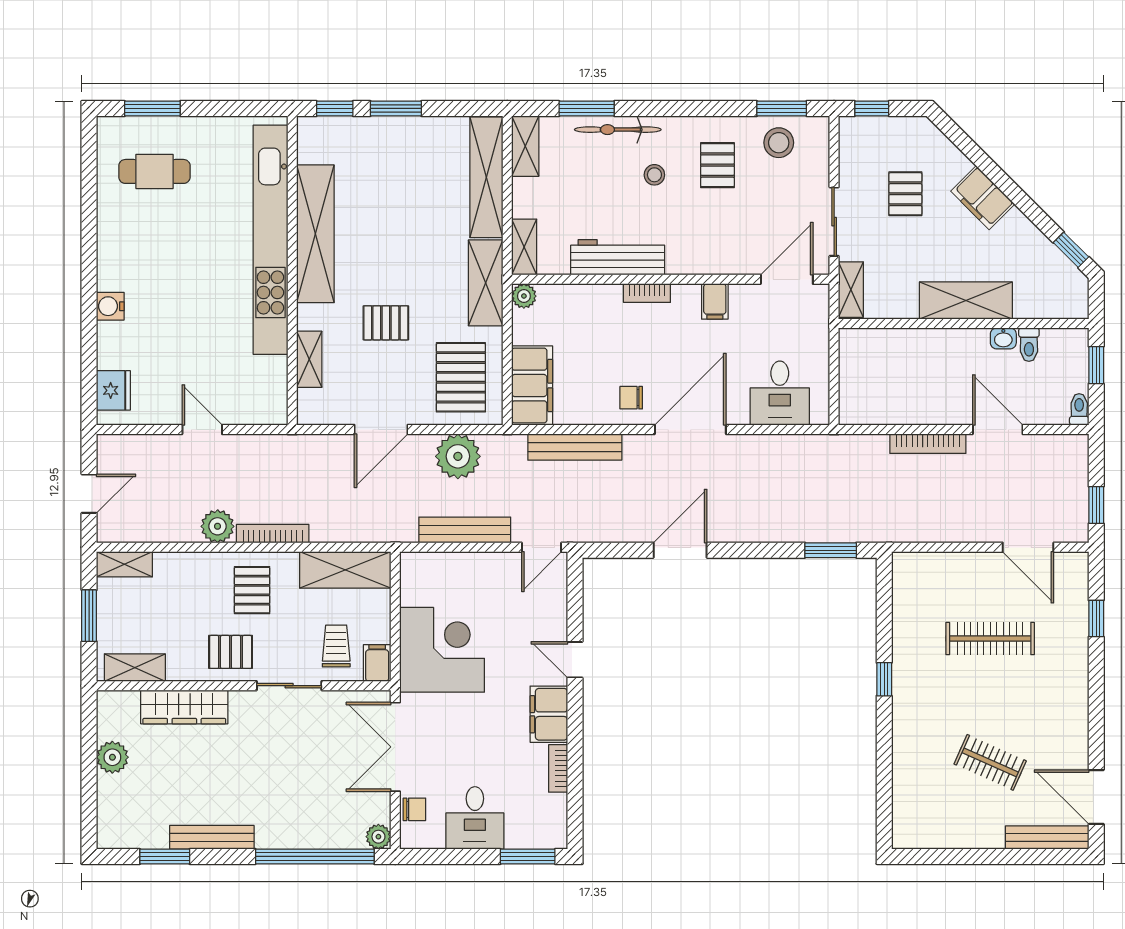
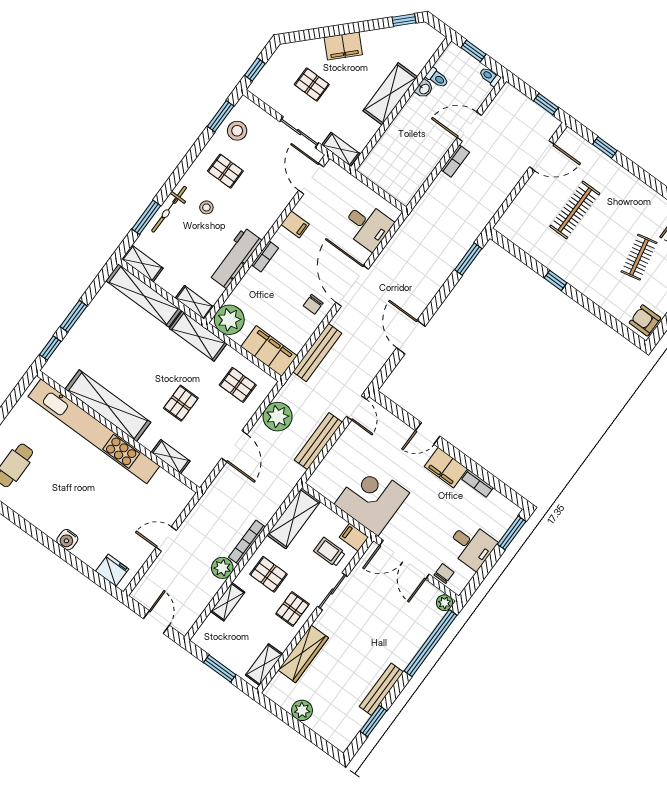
plant: (524, 296) -> (229, 320), width x1.87, depth x1.87
pallet: (461, 377) -> (238, 385), width x0.67, depth x0.71
bookcase: (928, 444) -> (455, 161), width x0.64
shelving: (124, 564) -> (228, 602), moved
clothes rail: (990, 762) -> (639, 257), turned -36
armchair: (916, 828) -> (645, 320), added

